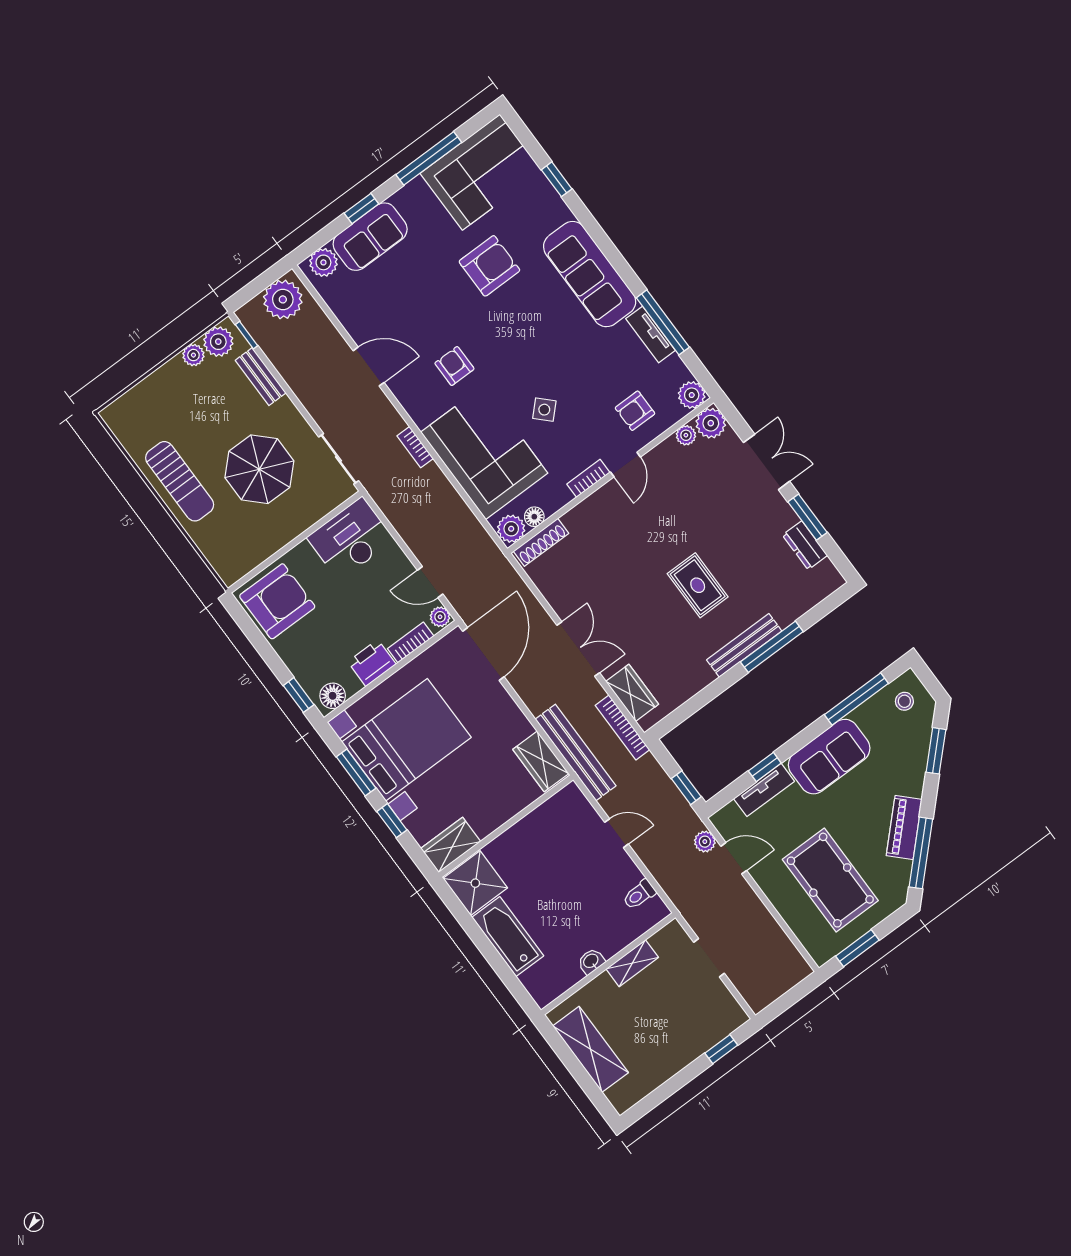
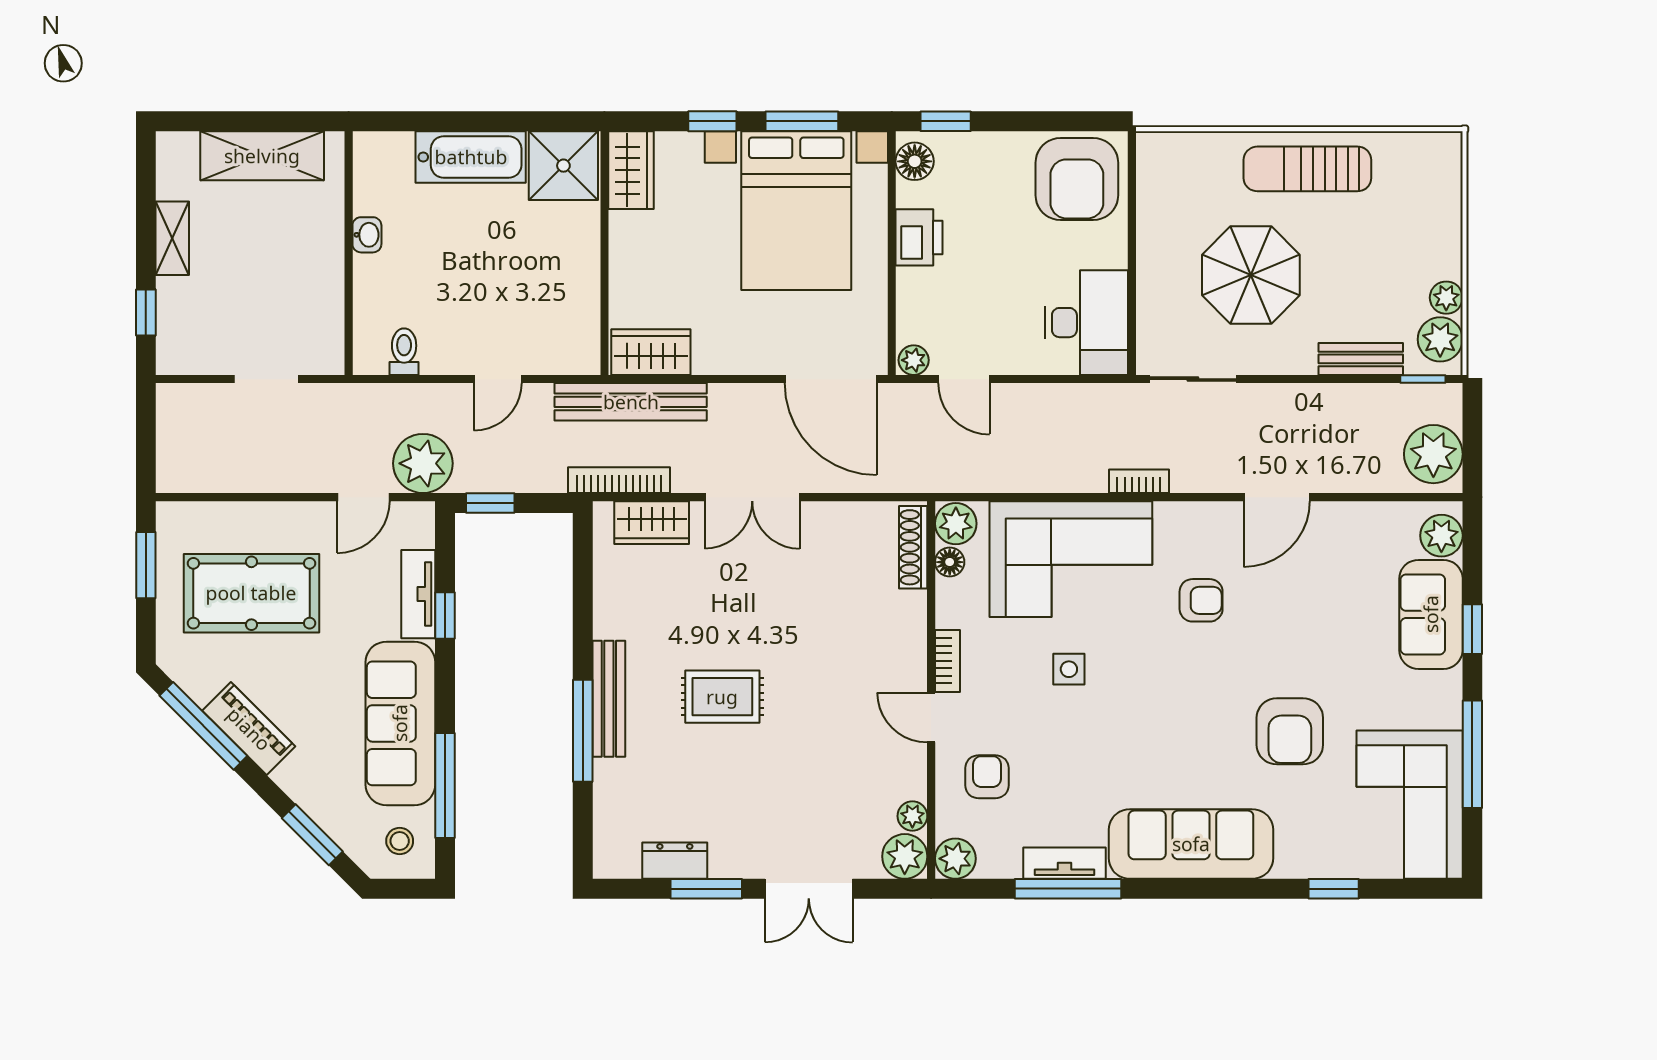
side table: (544, 410) -> (1069, 669), turned 45
door: (430, 582) -> (964, 379), swing flipped
bookcase: (411, 642) -> (909, 302), removed
sofa: (829, 757) -> (400, 723), width x1.36
plant: (705, 842) -> (423, 463), width x1.87, depth x1.87
shelving: (632, 963) -> (172, 238), moved

